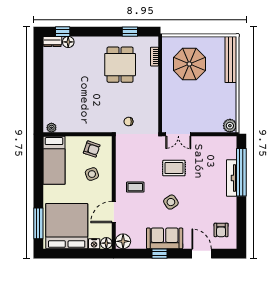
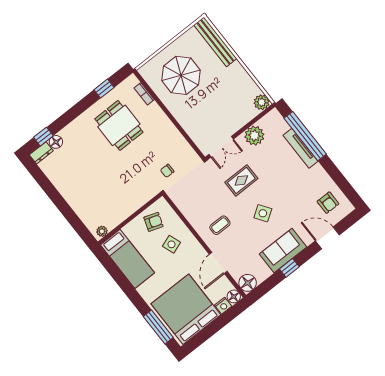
plant: (207, 145) -> (254, 136), added

